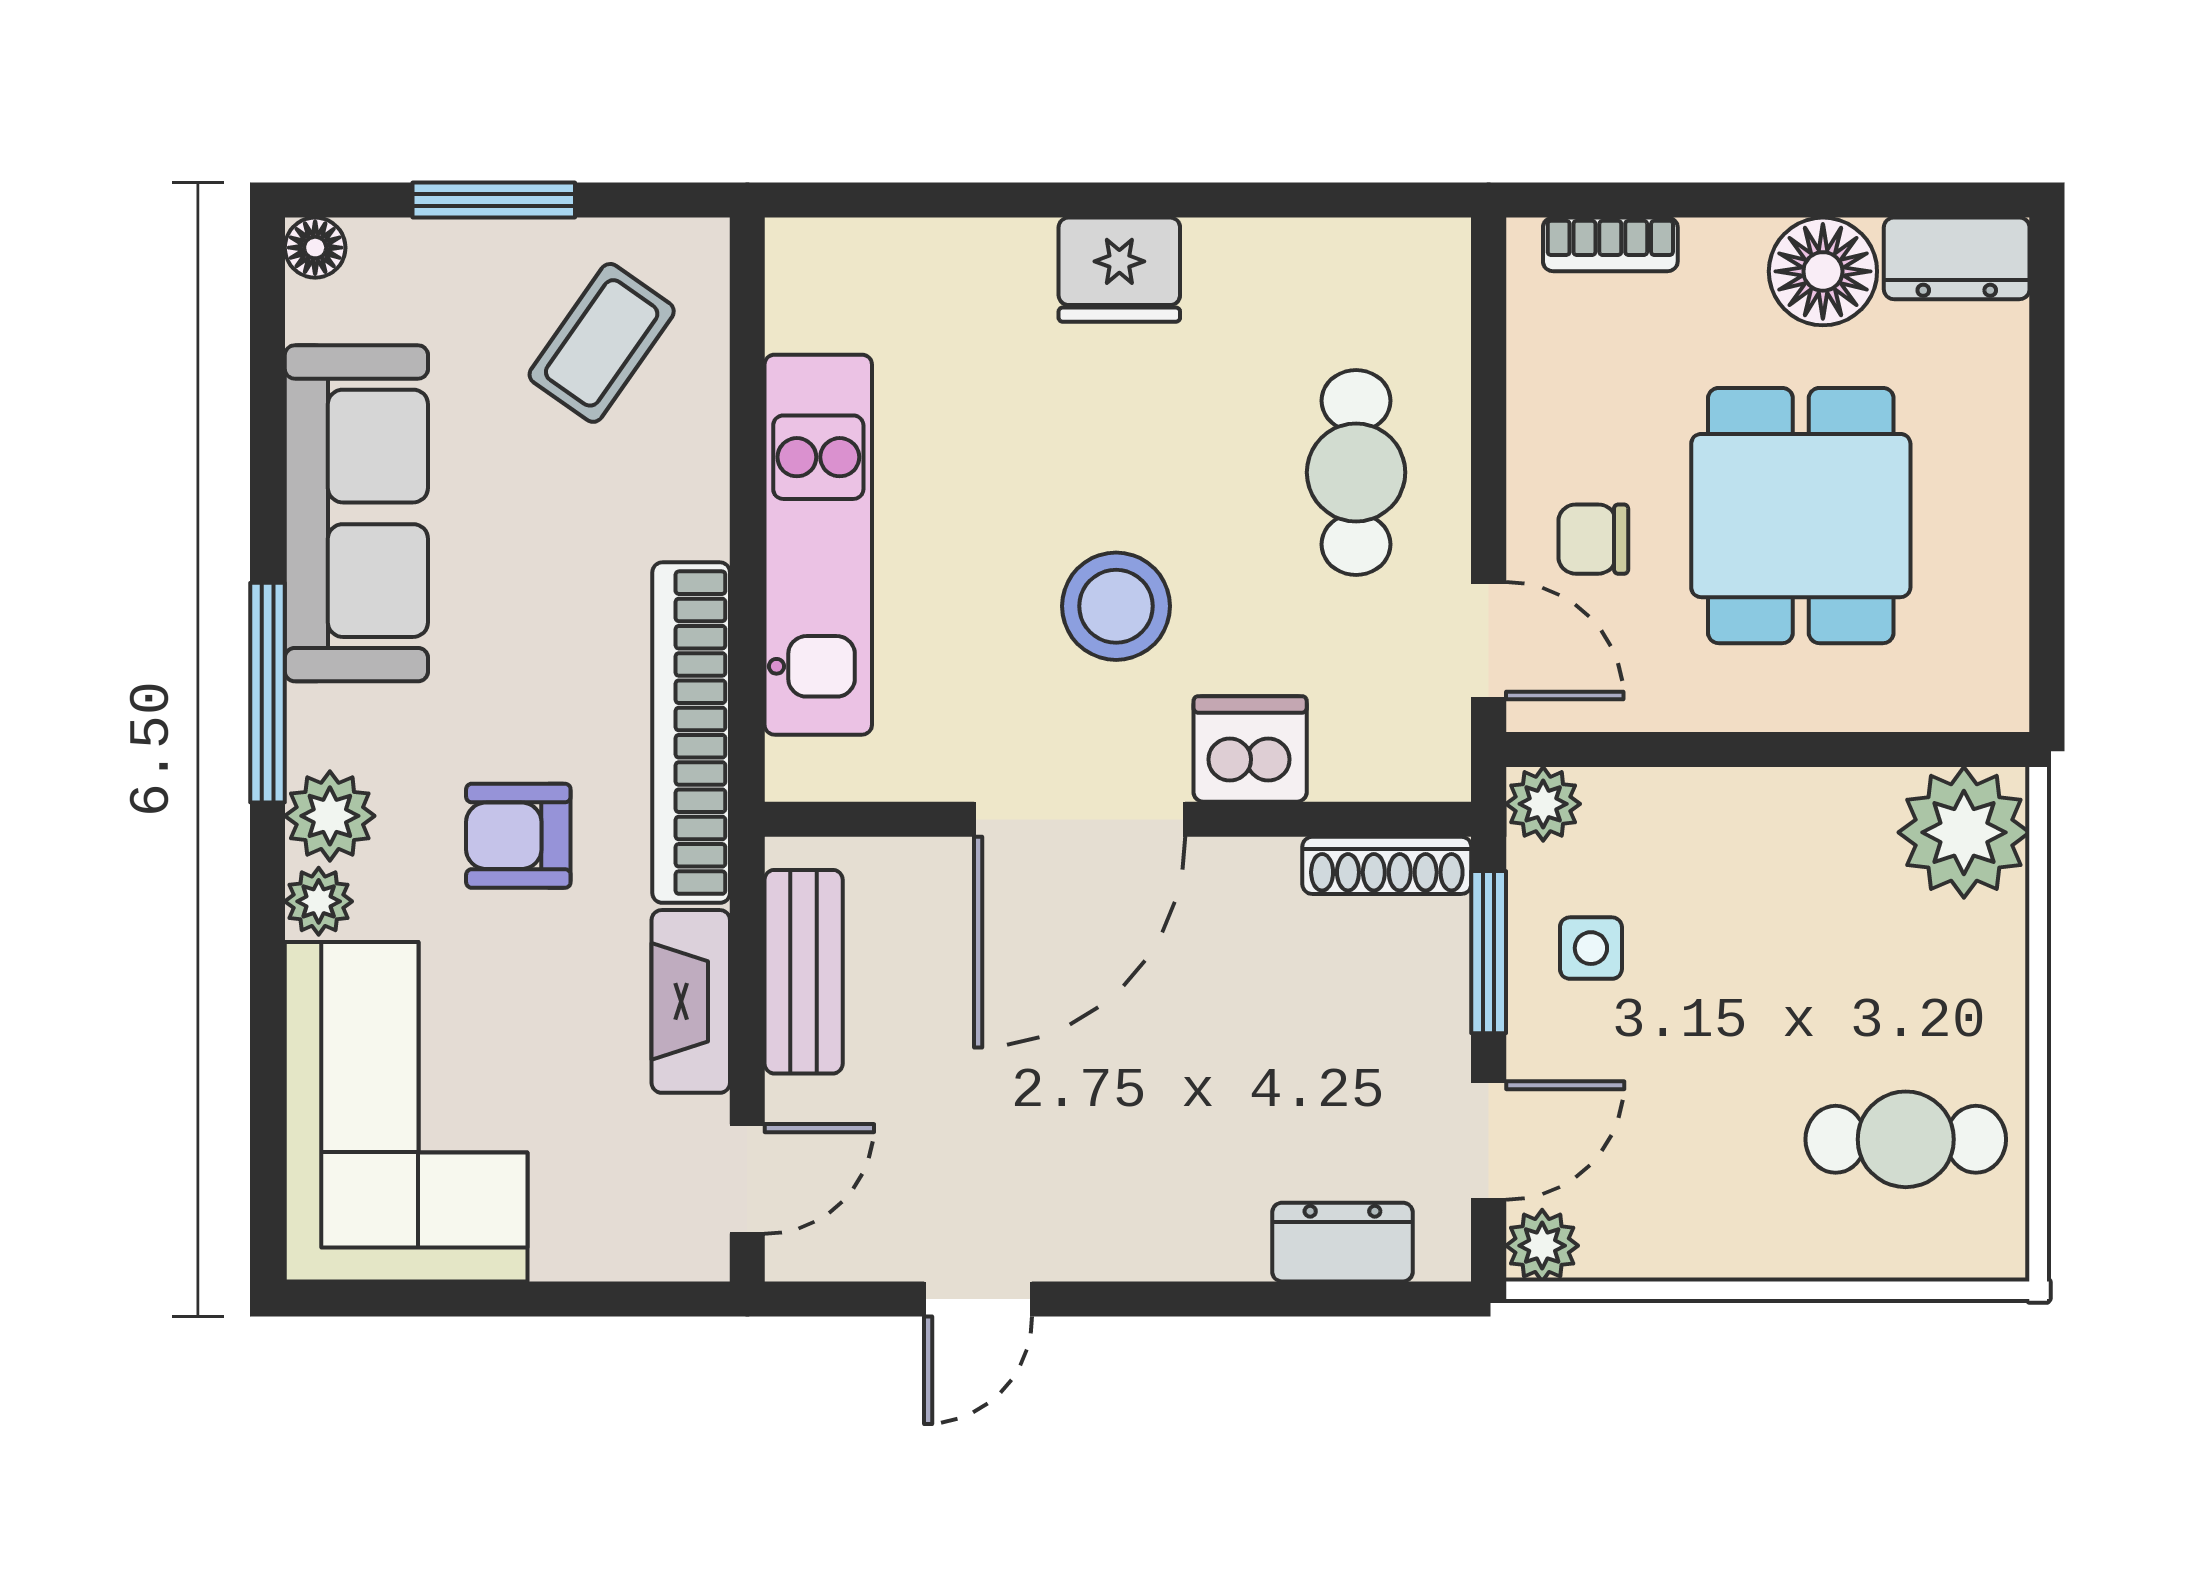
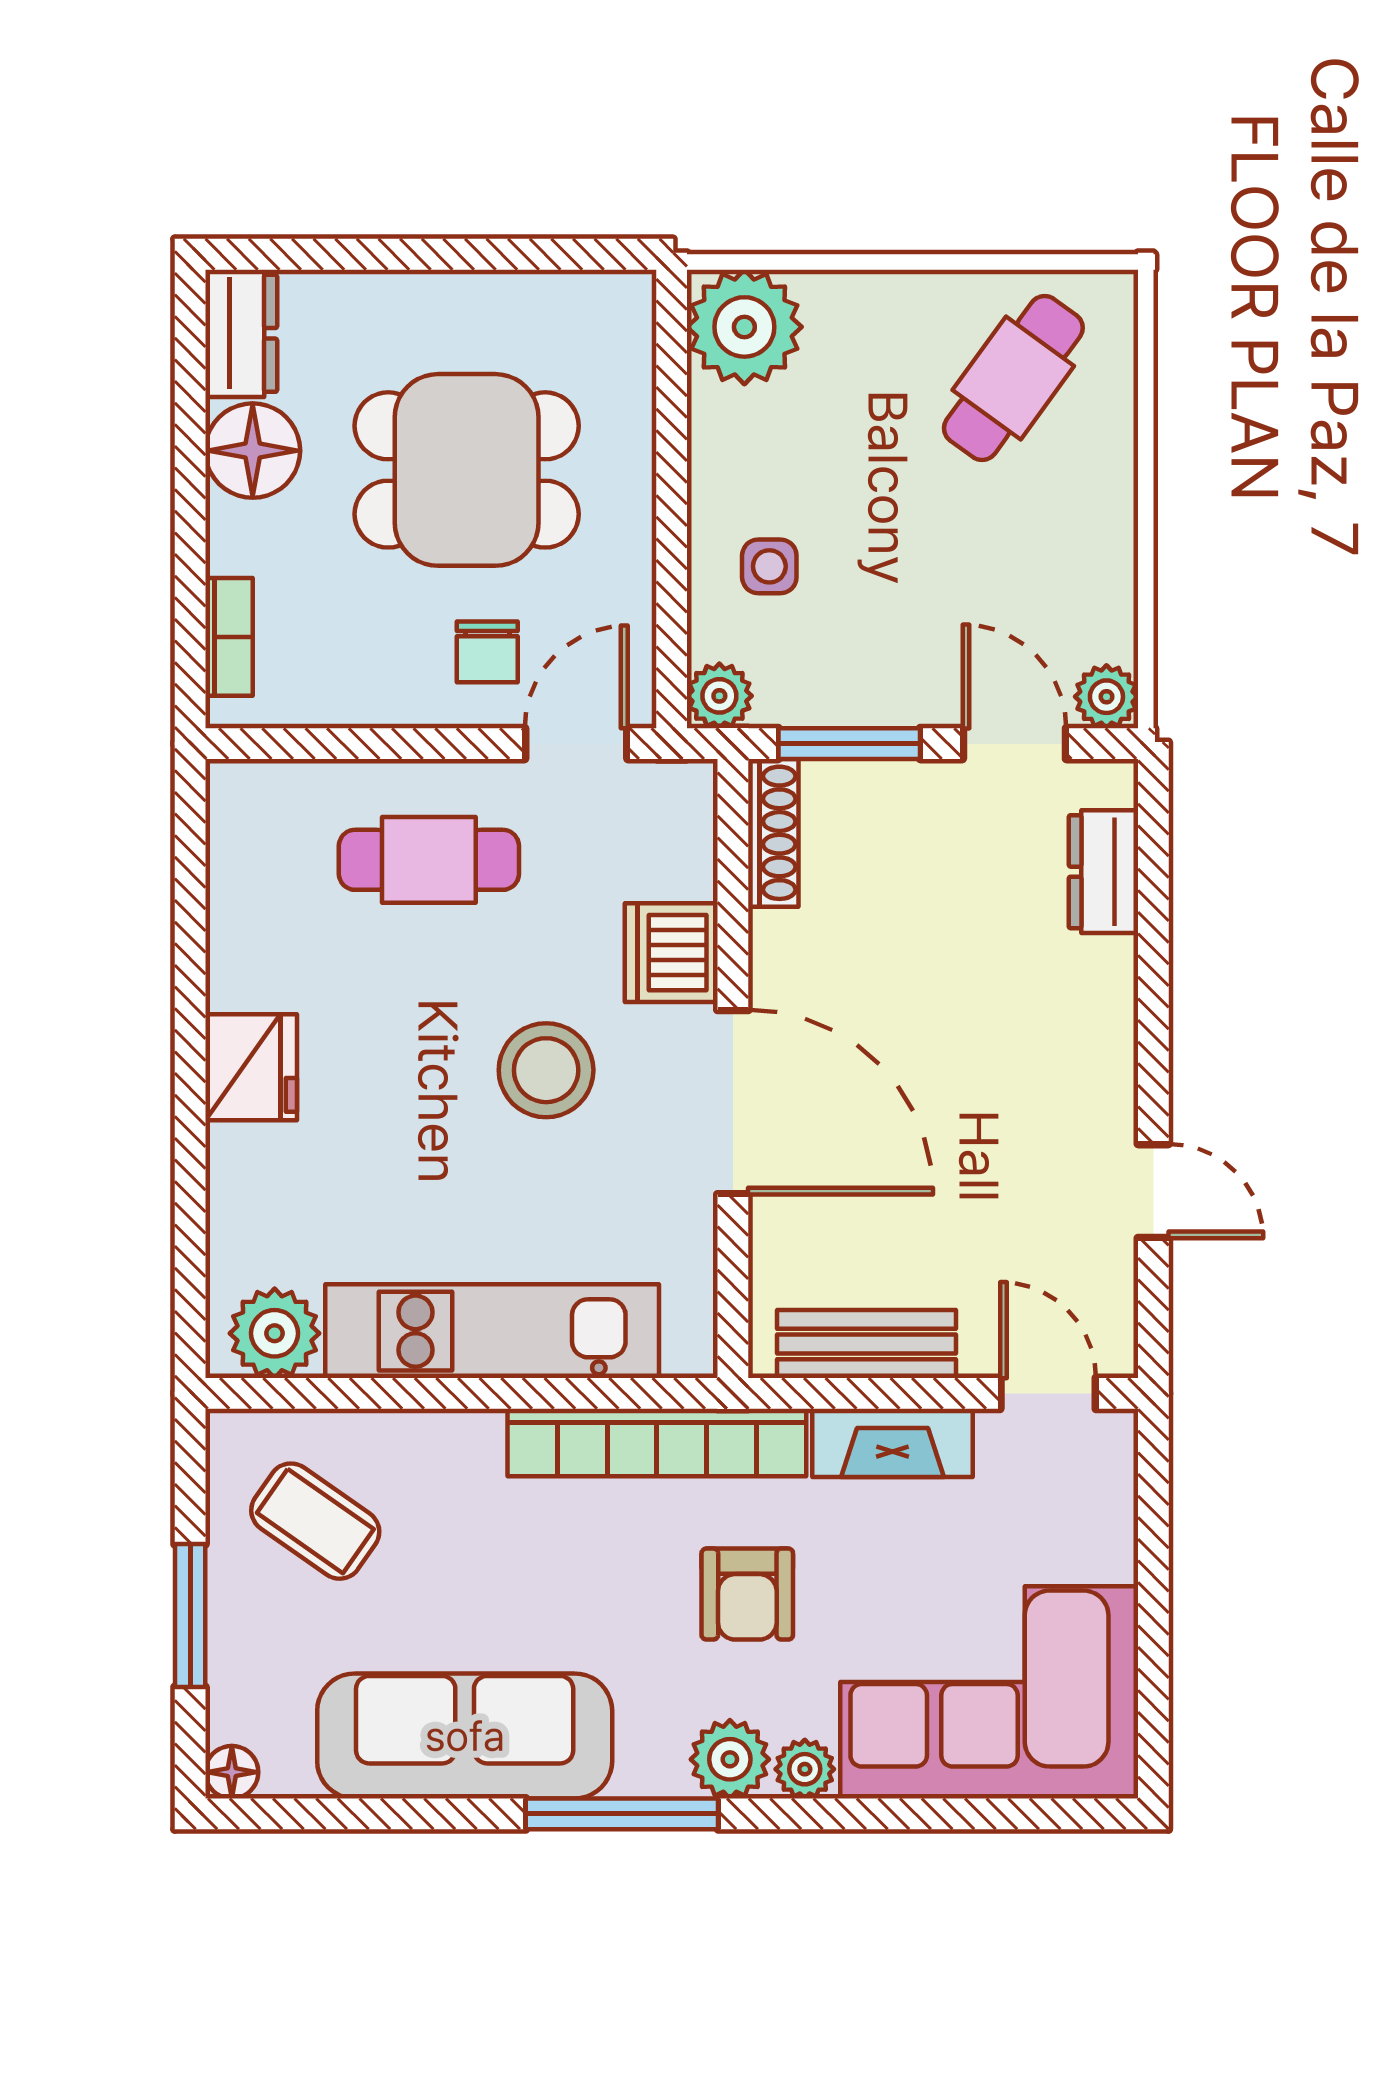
plant: (816, 296) -> (275, 1333), added
side table: (1591, 948) -> (769, 566), moved
cafe table: (1906, 1139) -> (1013, 378), turned 36

